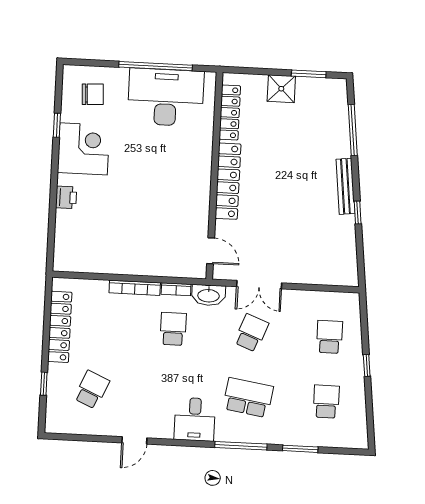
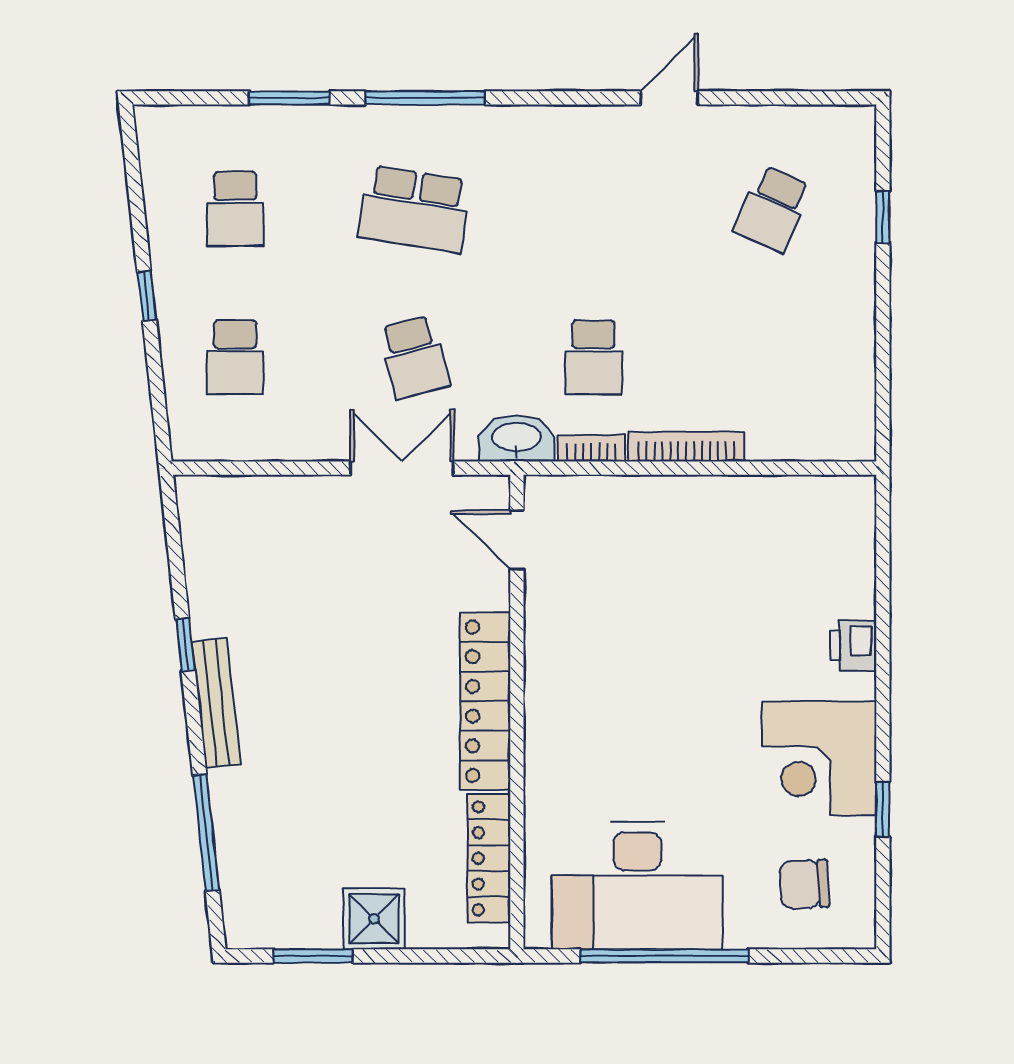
locker: (60, 327) -> (853, 349), removed
school desk: (251, 333) -> (414, 357), turned -36
desk: (195, 419) -> (534, 153), removed

